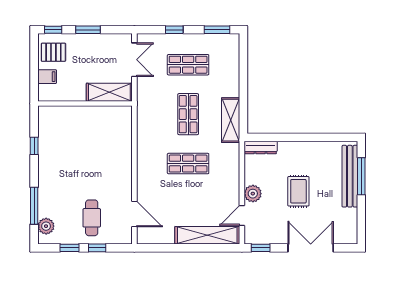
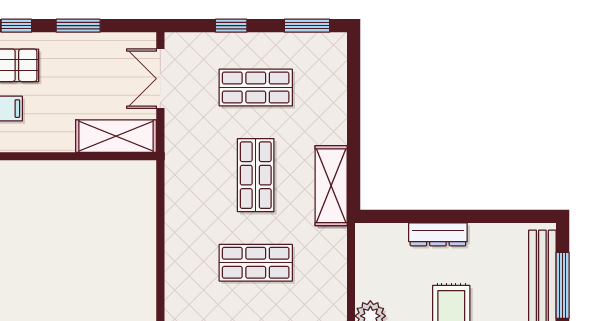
double door: (134, 60) -> (160, 79), swing flipped
dresser: (261, 148) -> (438, 234), moved

